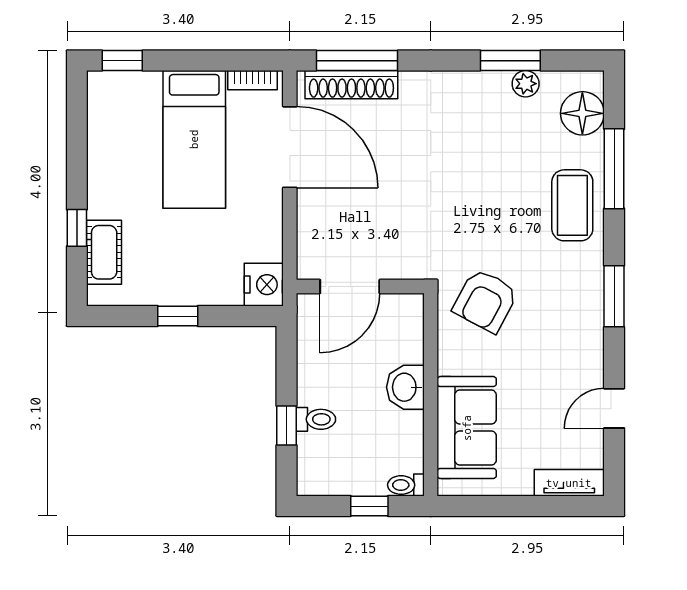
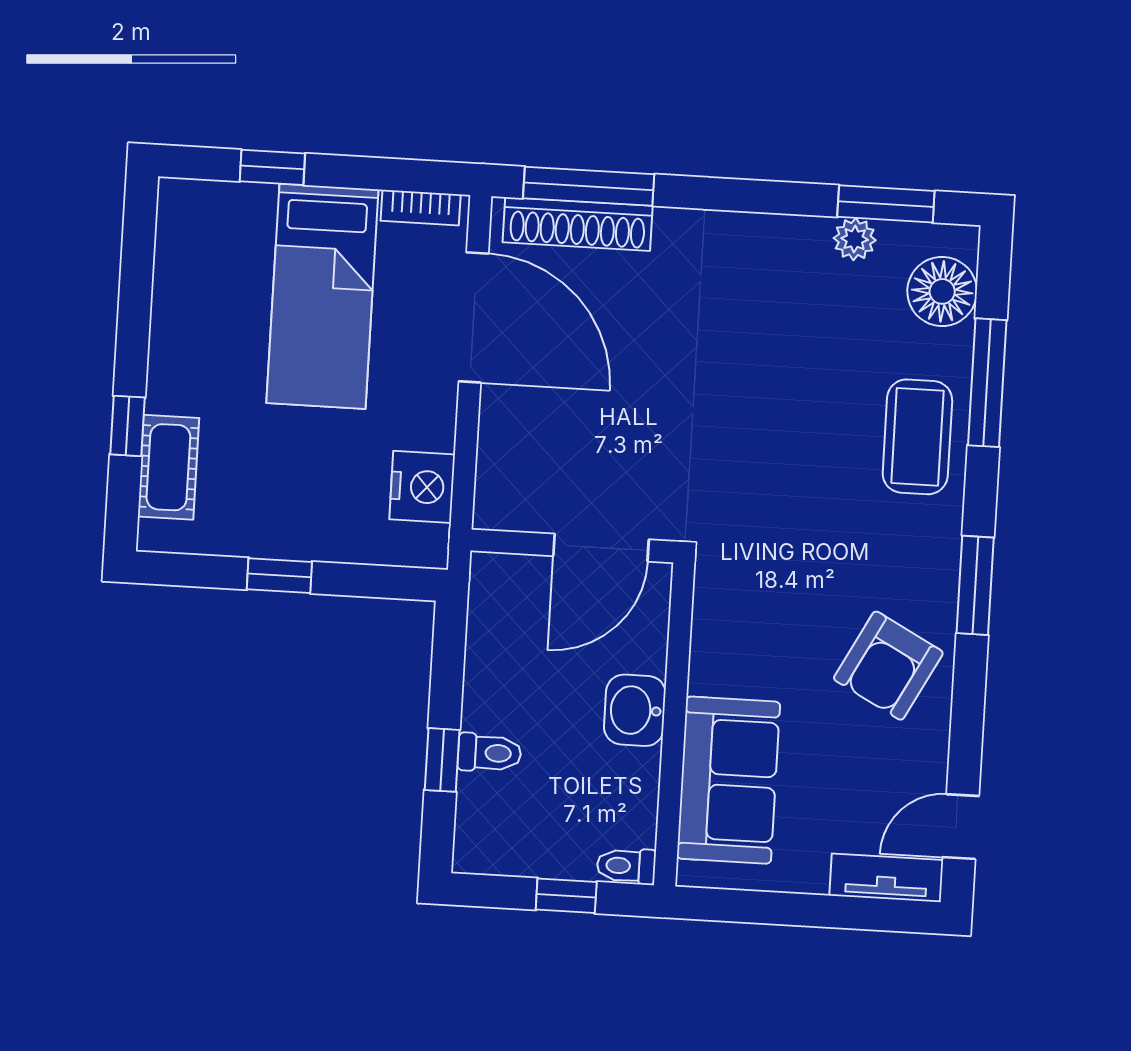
window: (122, 61) -> (272, 167), moved
window: (510, 61) -> (886, 204), moved
nightstand: (264, 285) -> (422, 487), moved
door: (350, 287) -> (601, 548), moved
armchair: (485, 301) -> (888, 666), moved
door: (614, 408) -> (961, 827), moved

